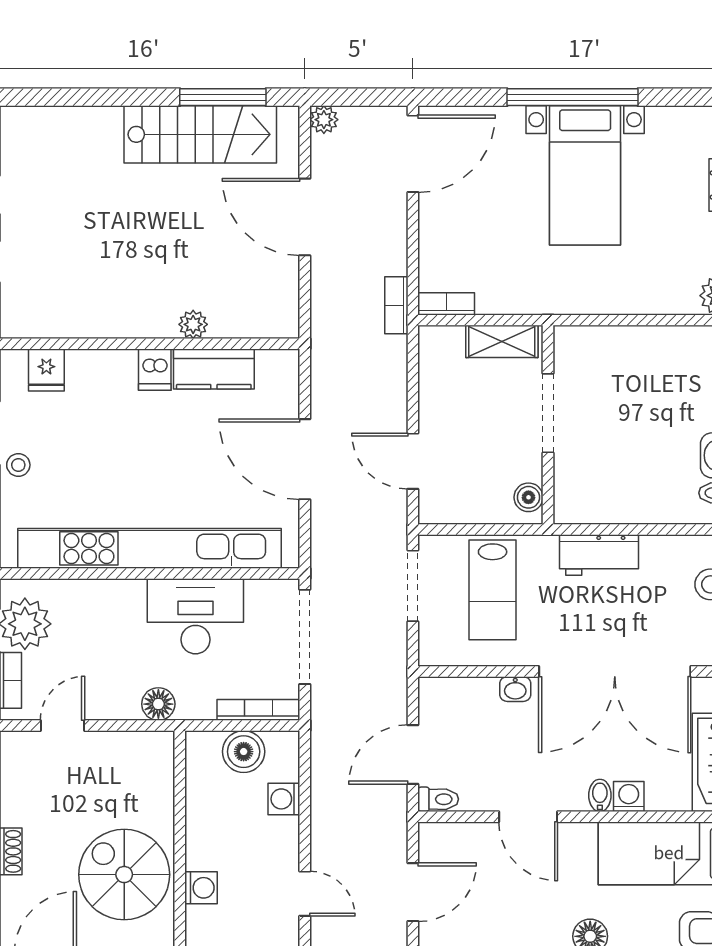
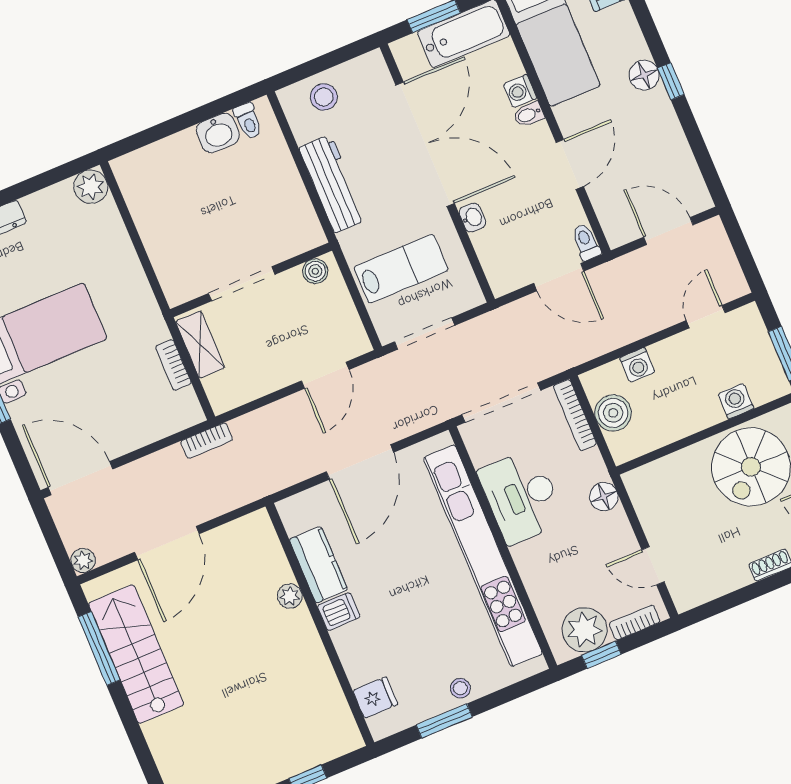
bookcase: (446, 304) -> (173, 365), moved
workbench: (599, 555) -> (333, 184), width x1.38

